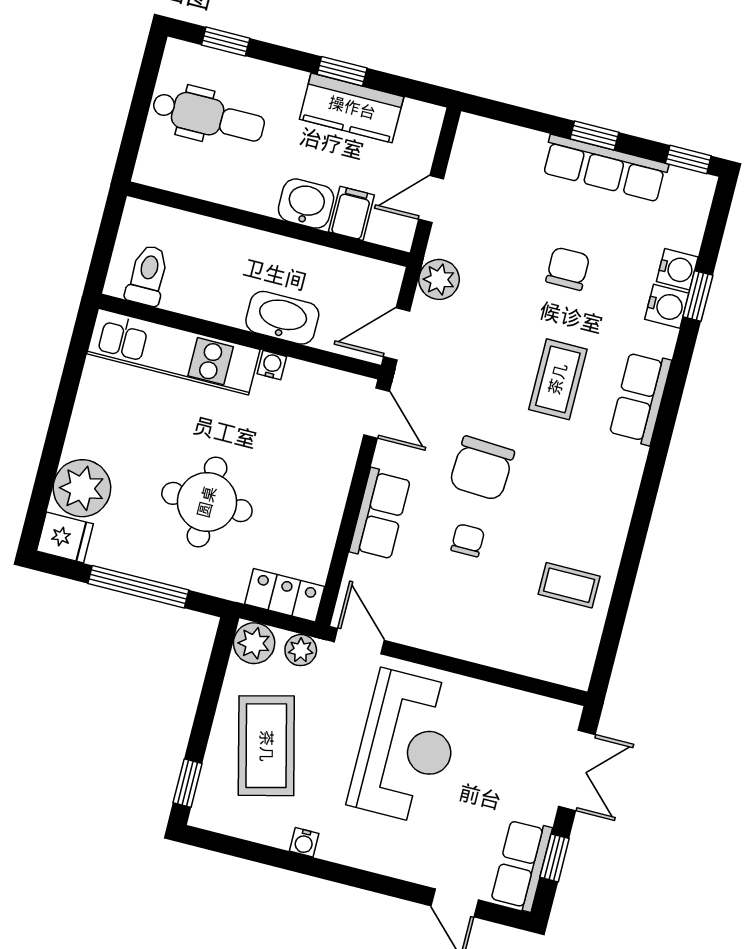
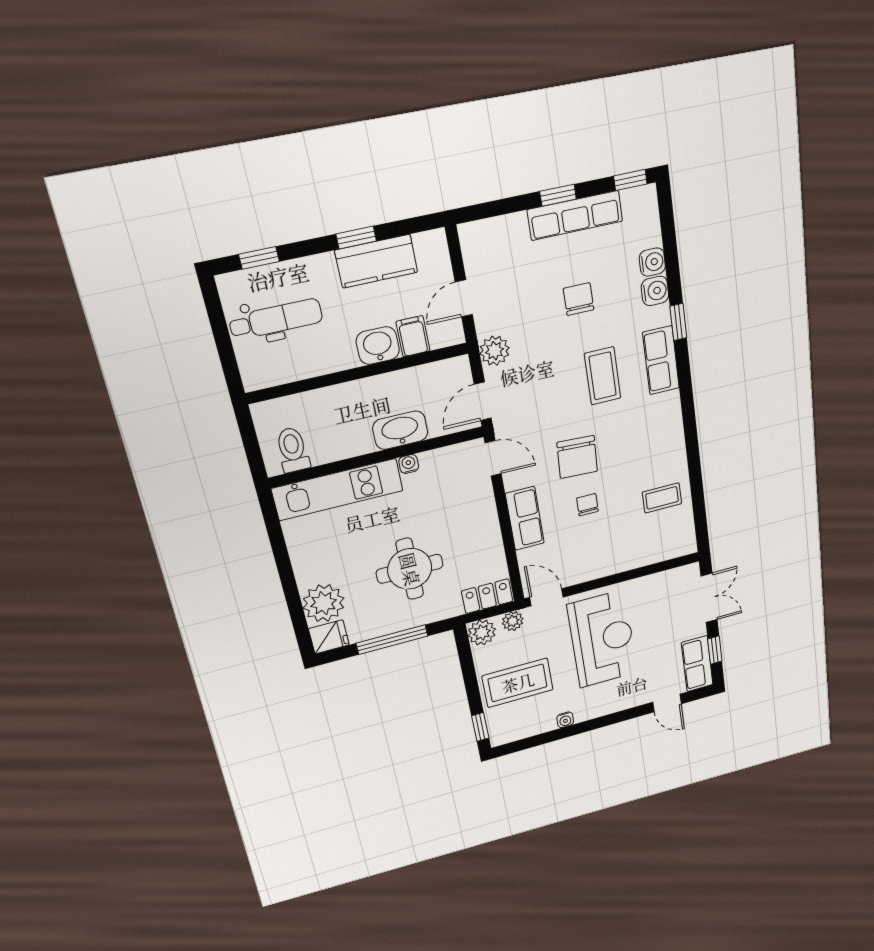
window: (698, 296) -> (678, 322), moved
coffee table: (266, 746) -> (518, 683), turned -76

